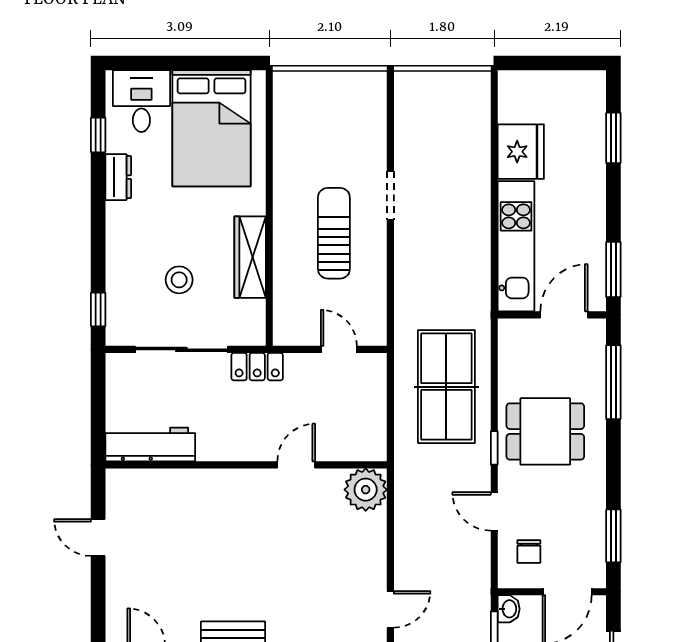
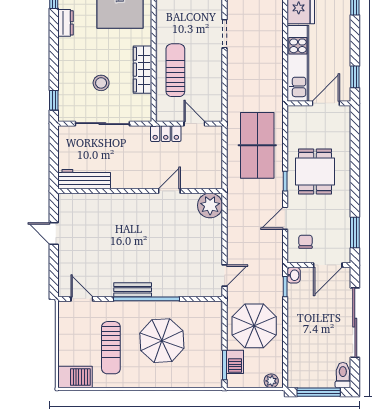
sun lounger: (334, 233) -> (175, 70), moved
window: (613, 269) -> (355, 77), width x0.67
locker: (257, 367) -> (166, 134), moved
window: (613, 382) -> (355, 143), removed
dining table: (545, 431) -> (315, 172), turned 90
door: (494, 511) -> (285, 218), hinge flipped
chair: (529, 552) -> (305, 242), turned 180

